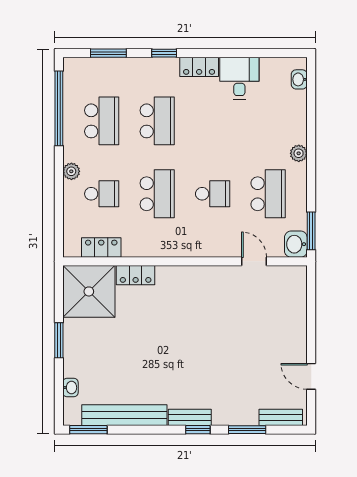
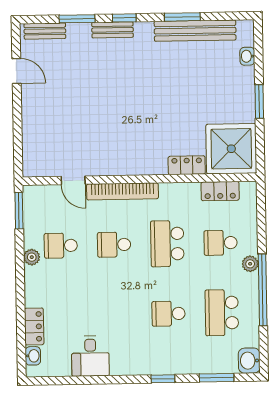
locker: (199, 67) -> (34, 326), moved, turned 90
window: (59, 108) -> (263, 290), moved
school desk: (157, 121) -> (168, 314), width x0.54
plant: (299, 153) -> (32, 257), moved
school desk: (268, 194) -> (61, 246), width x0.54
washbasin: (296, 244) -> (249, 361), moved, turned 180
bookcase: (203, 249) -> (122, 191), added
bench: (190, 417) -> (113, 30), moved
window: (88, 430) -> (182, 17), moved

